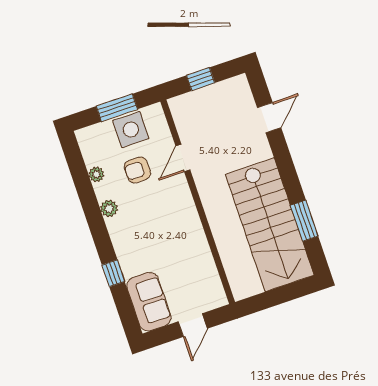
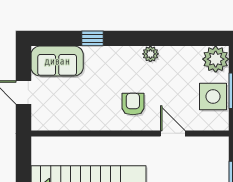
armchair: (137, 170) -> (133, 104), moved
plant: (96, 174) -> (216, 59), moved, width x1.87, depth x1.87

